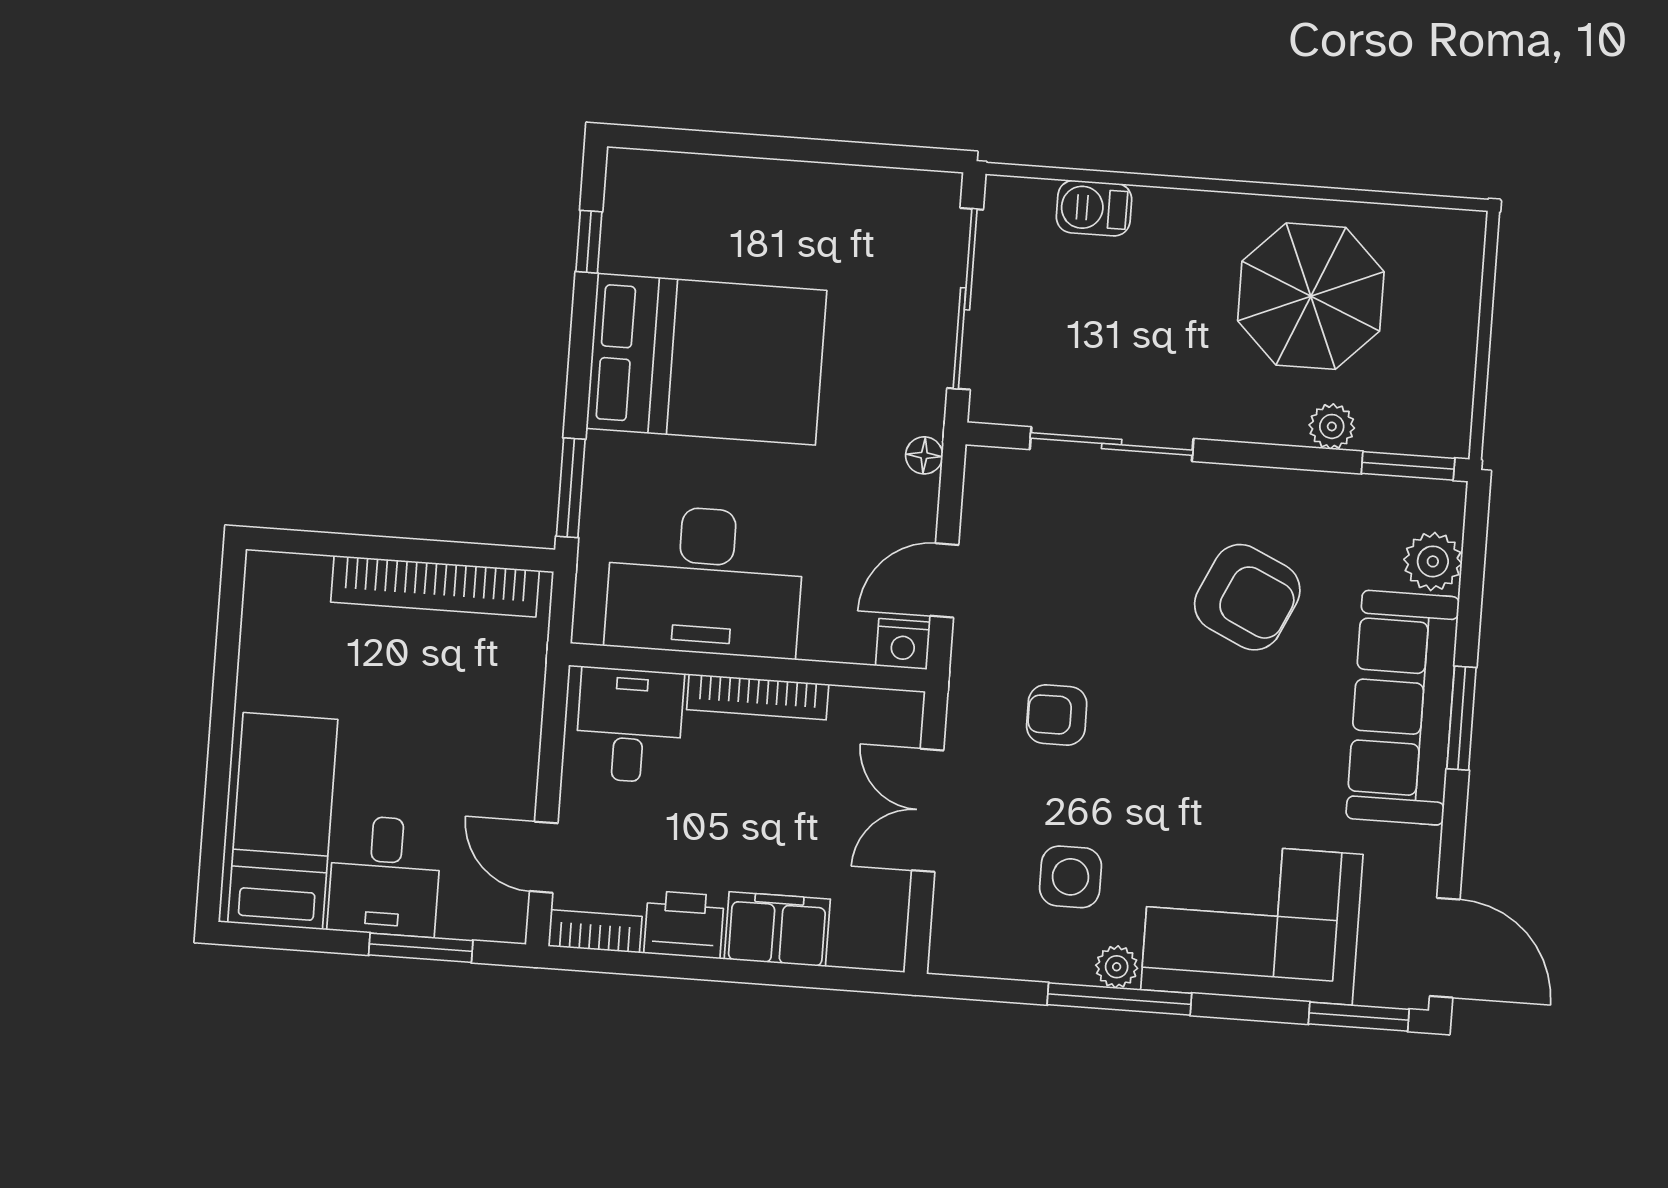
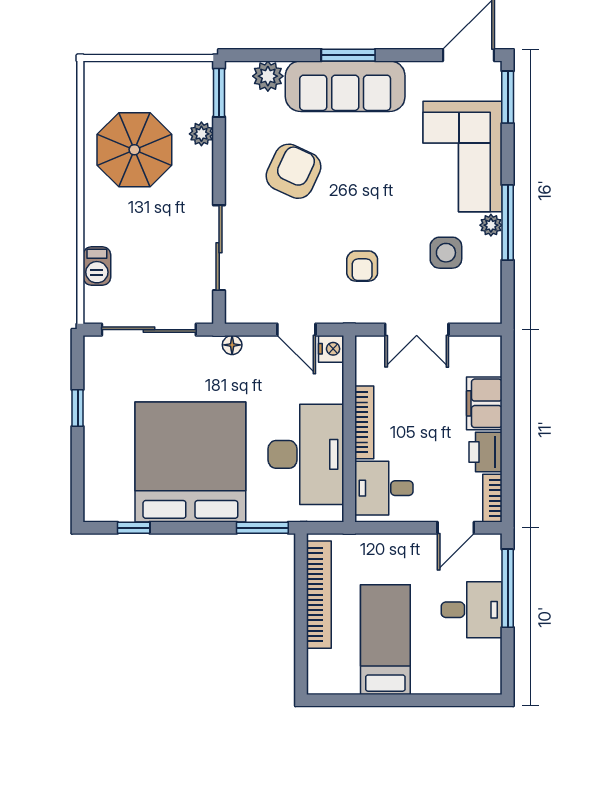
window: (825, 151) -> (78, 408), added
bed: (706, 359) -> (190, 462), width x1.36
bed: (283, 821) -> (385, 640), moved, turned 90
window: (421, 948) -> (508, 588), width x1.44

